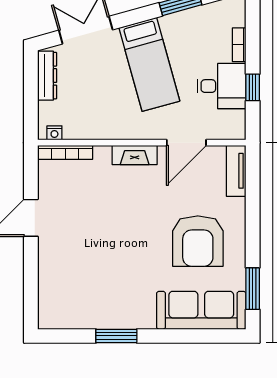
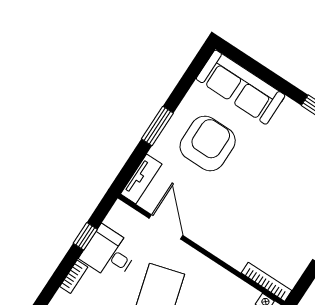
door: (186, 143) -> (166, 227), hinge flipped
fireplace: (135, 155) -> (213, 244), removed
window: (253, 289) -> (157, 126), moved

